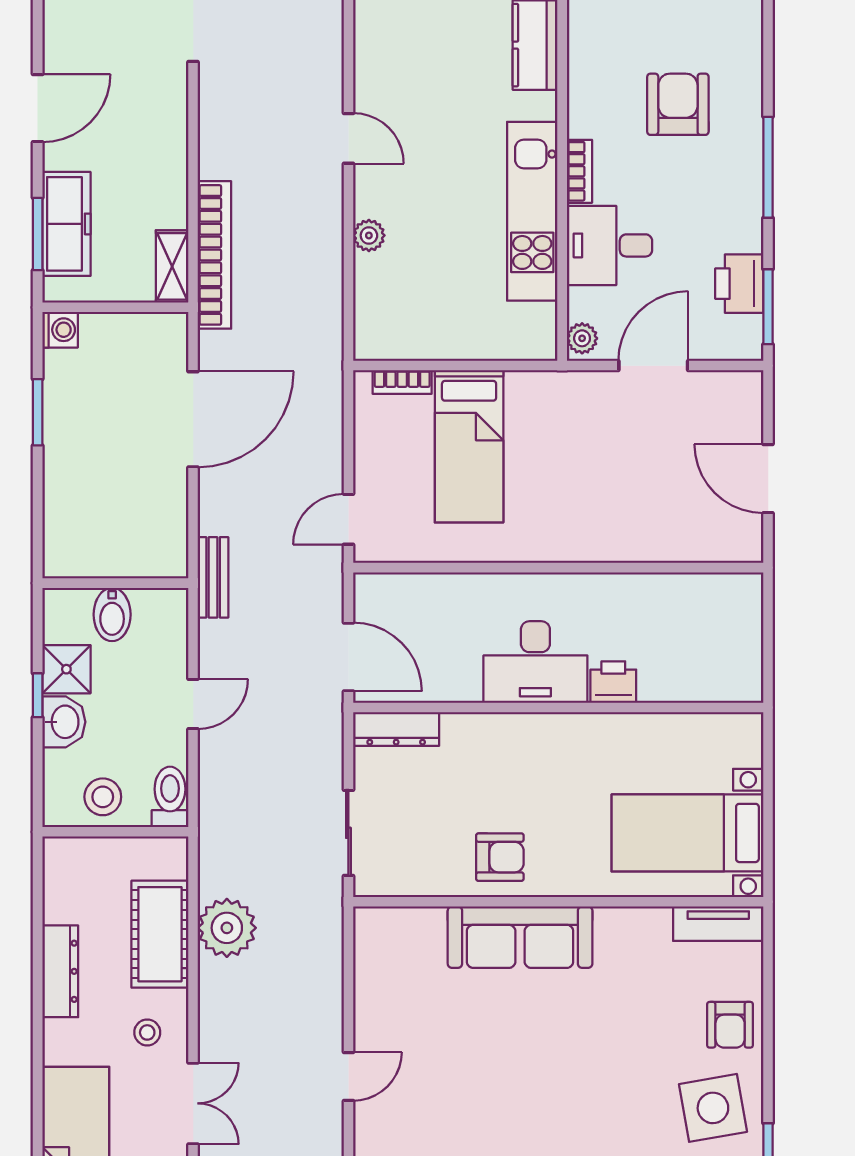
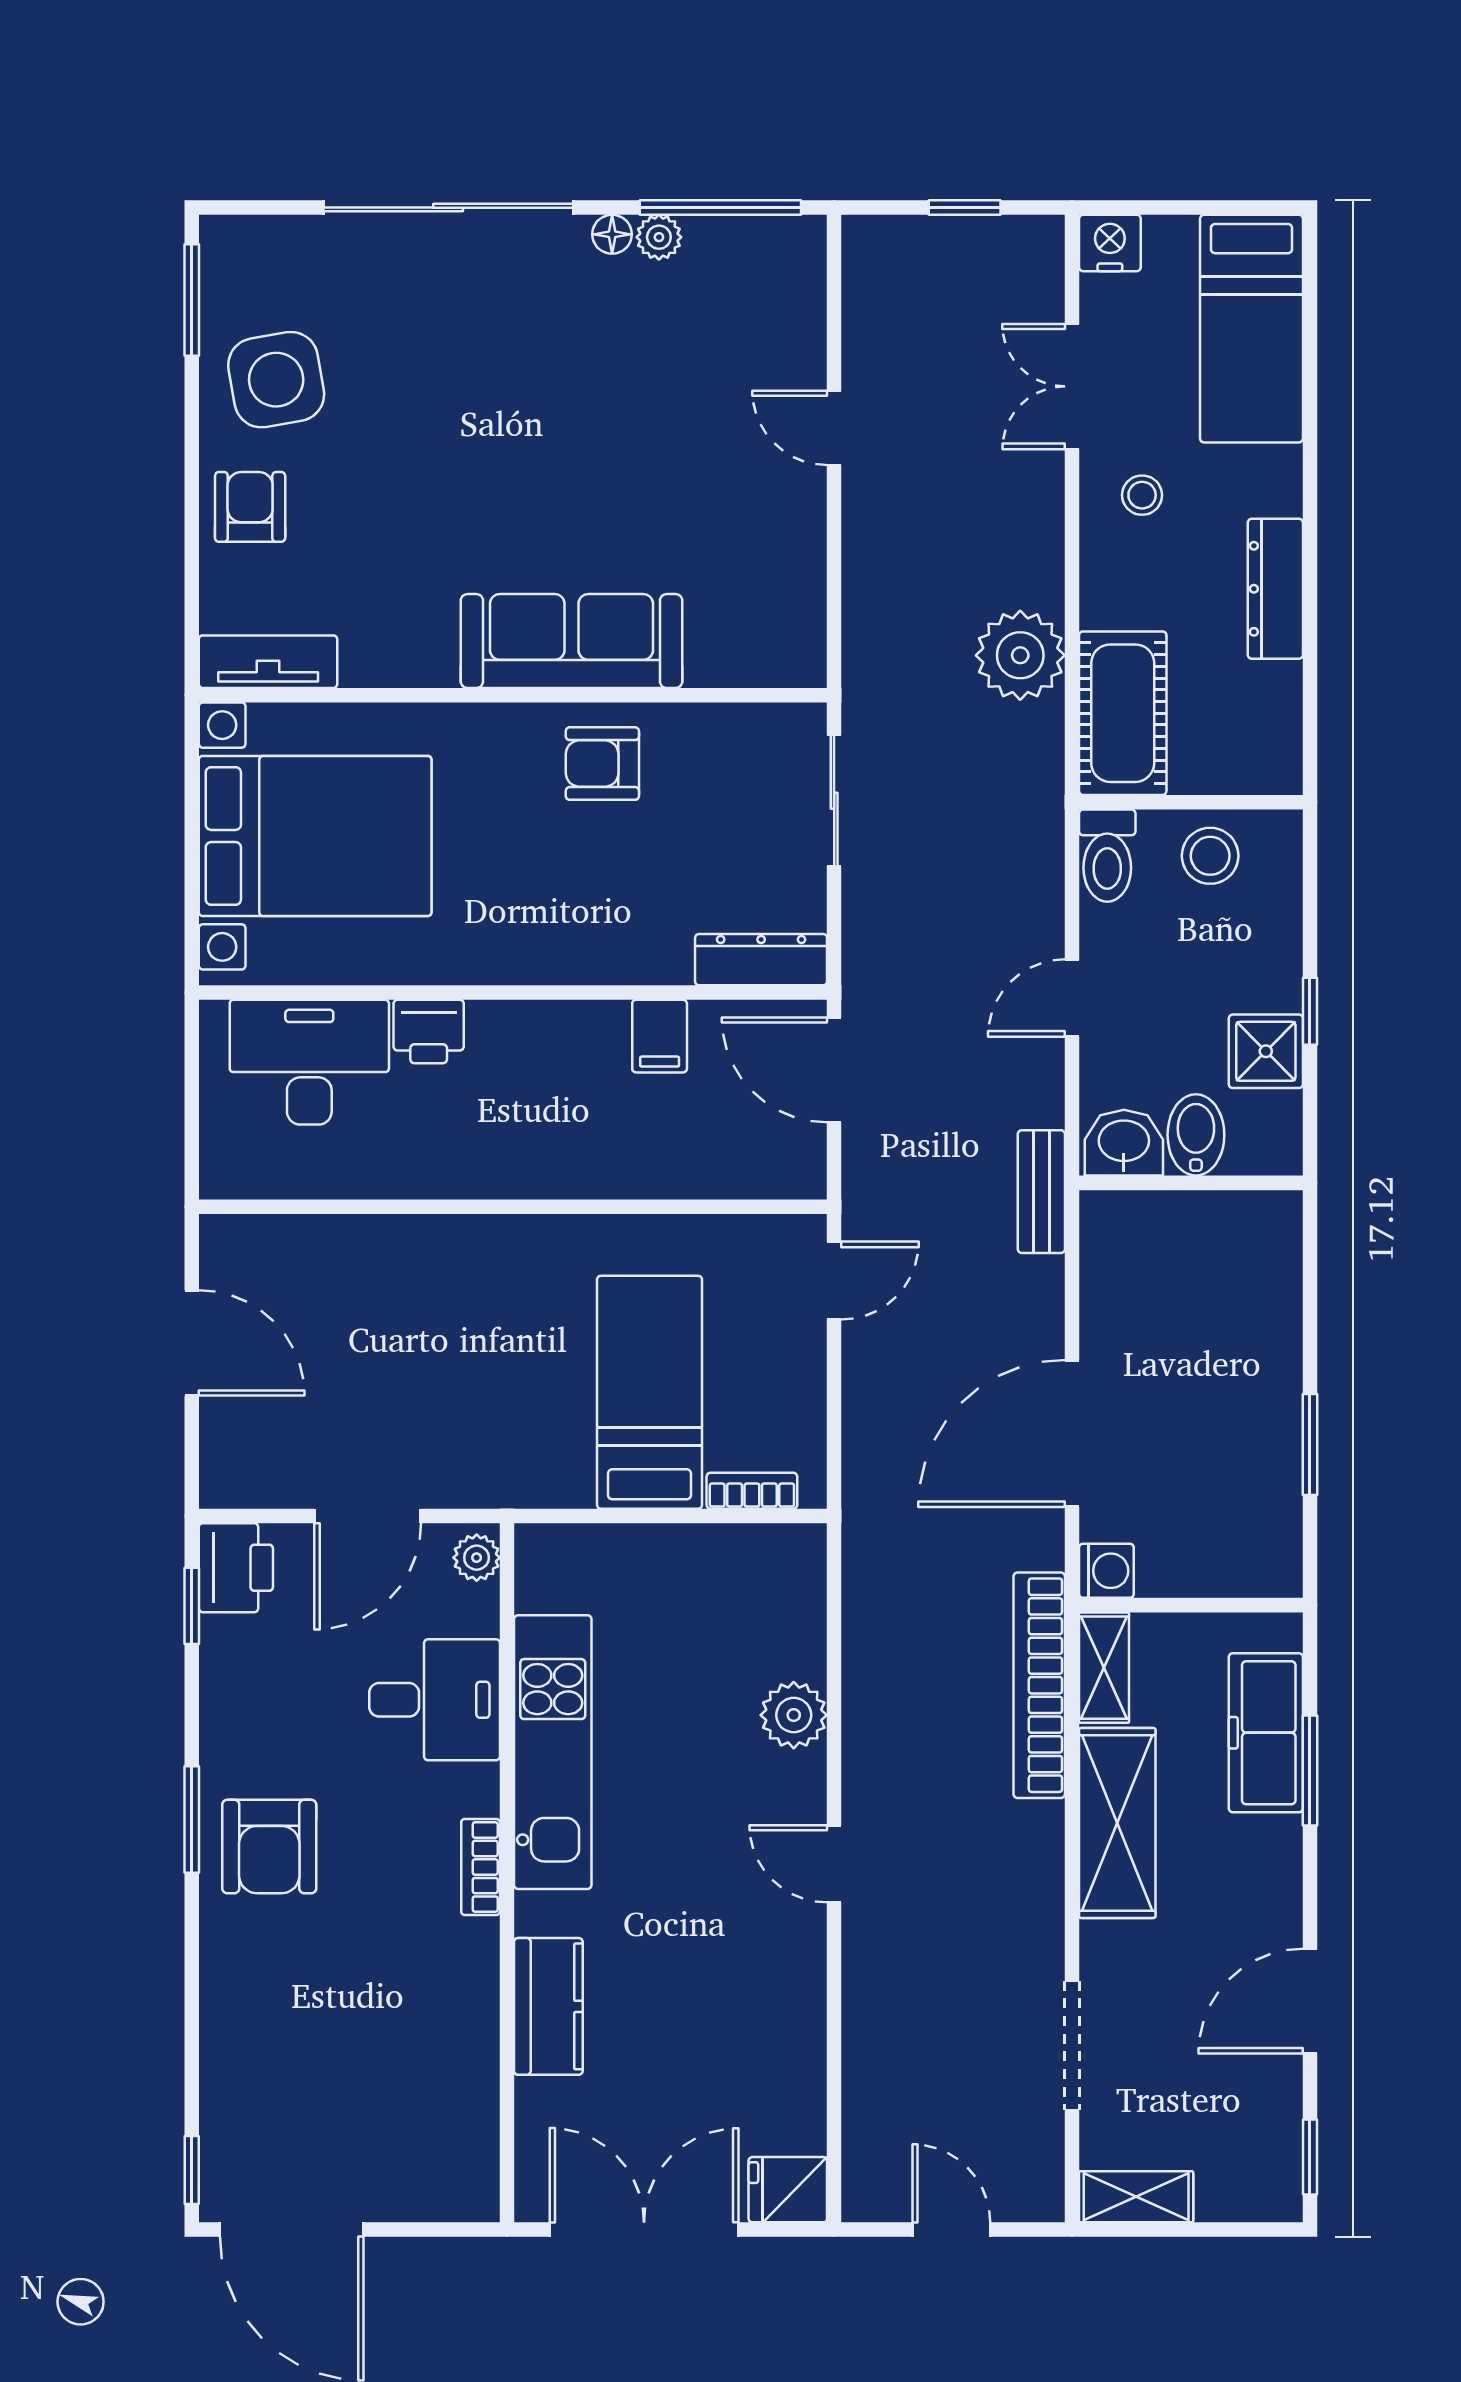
armchair: (678, 104) -> (269, 1846), moved
door: (38, 108) -> (1310, 2001), moved
shelving: (163, 165) -> (1117, 1823), added
window: (768, 167) -> (192, 1819), width x0.69
bookcase: (579, 171) -> (481, 1867), moved
window: (38, 234) -> (1310, 1770), moved
plant: (369, 235) -> (794, 1715), width x1.38, depth x1.38
printer: (739, 284) -> (236, 1568), moved
window: (768, 307) -> (192, 1606), width x0.67
washing machine: (60, 330) -> (1106, 1571), moved, turned 180
desk: (535, 662) -> (309, 1062), moved
filing cabinet: (462, 679) -> (660, 1036), added
washbasin: (64, 722) -> (1124, 1143), moved, turned 90
bed with nightstands: (687, 833) -> (315, 836), width x1.36
cot: (160, 934) -> (1123, 713), moved
door: (348, 1076) -> (834, 428), hinge flipped

